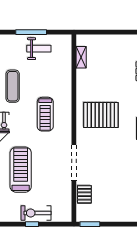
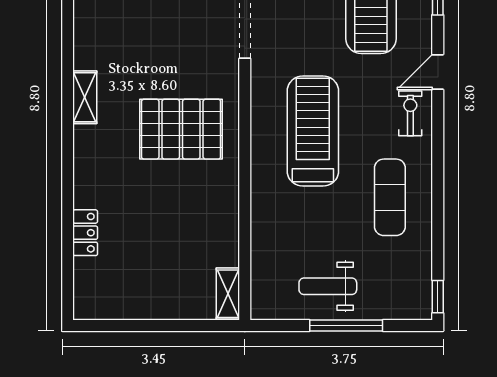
shelving: (81, 57) -> (228, 294), moved
treadmill: (45, 114) -> (313, 131), width x1.37, depth x1.37

